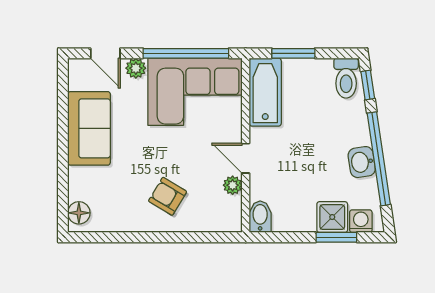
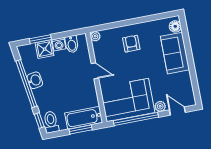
bathtub: (265, 92) -> (84, 118), moved, turned 90
sofa: (89, 128) -> (175, 53), moved
plant: (233, 185) -> (95, 36), moved
armchair: (168, 196) -> (131, 44), turned -121
bidet: (260, 217) -> (72, 44), moved
washing machine: (361, 221) -> (59, 44), moved

